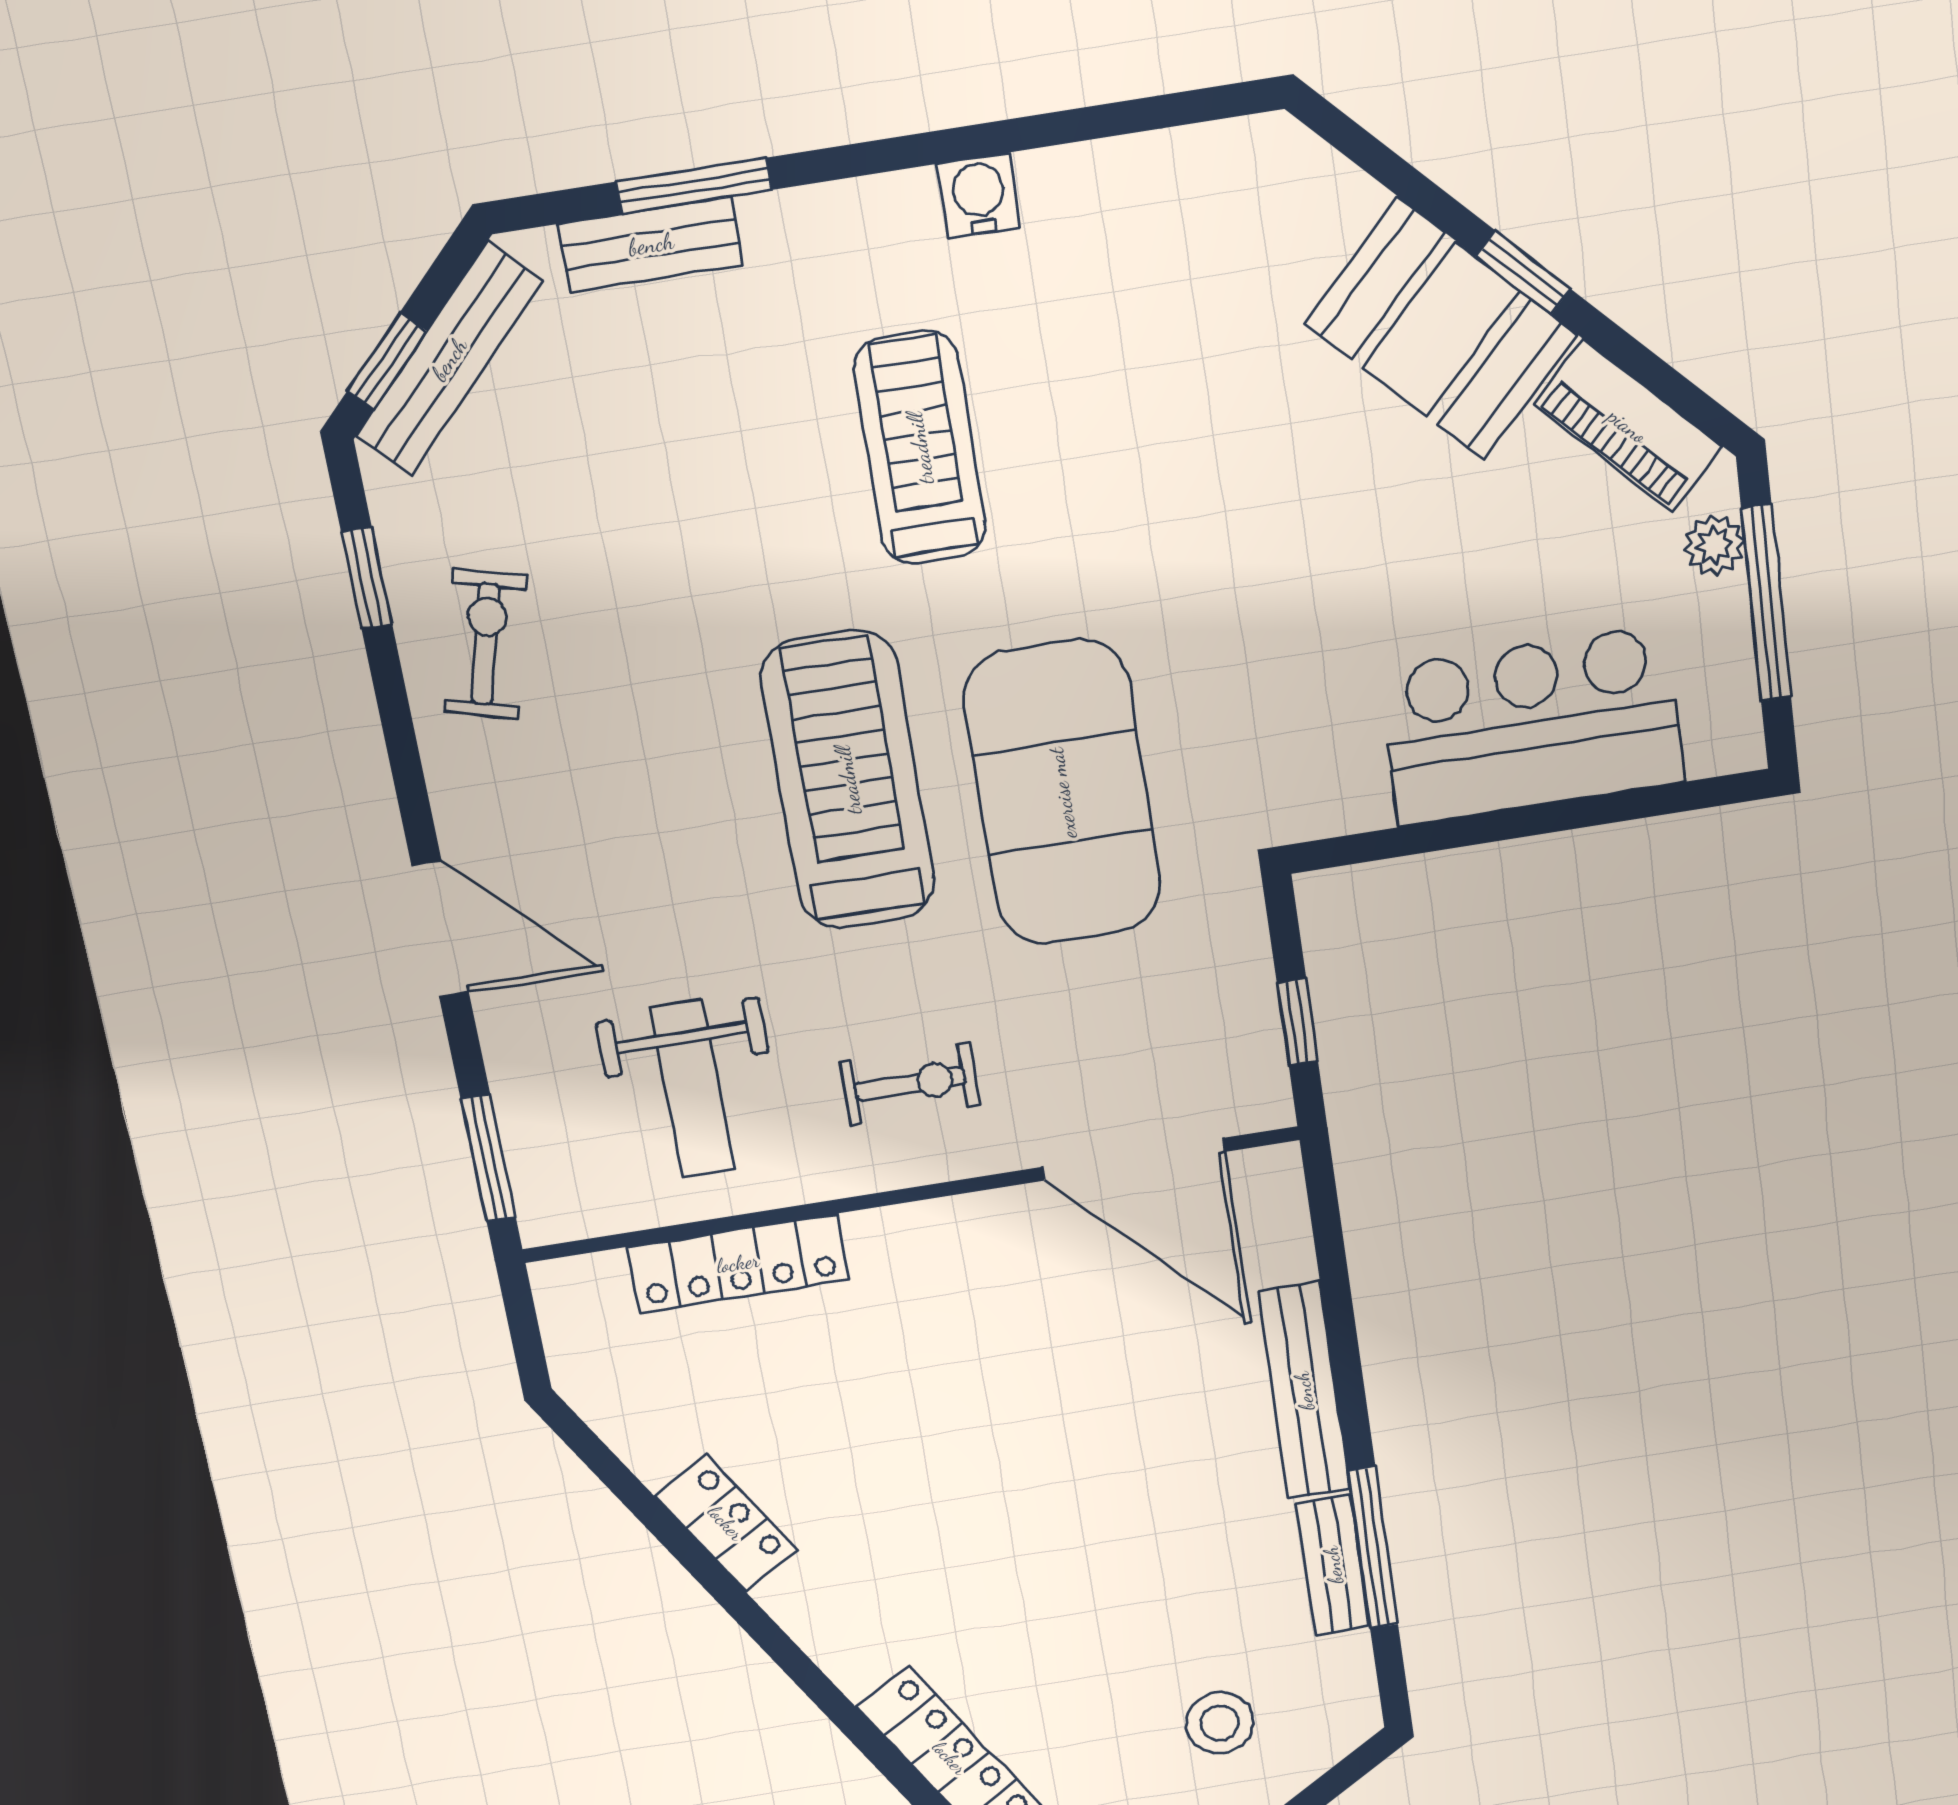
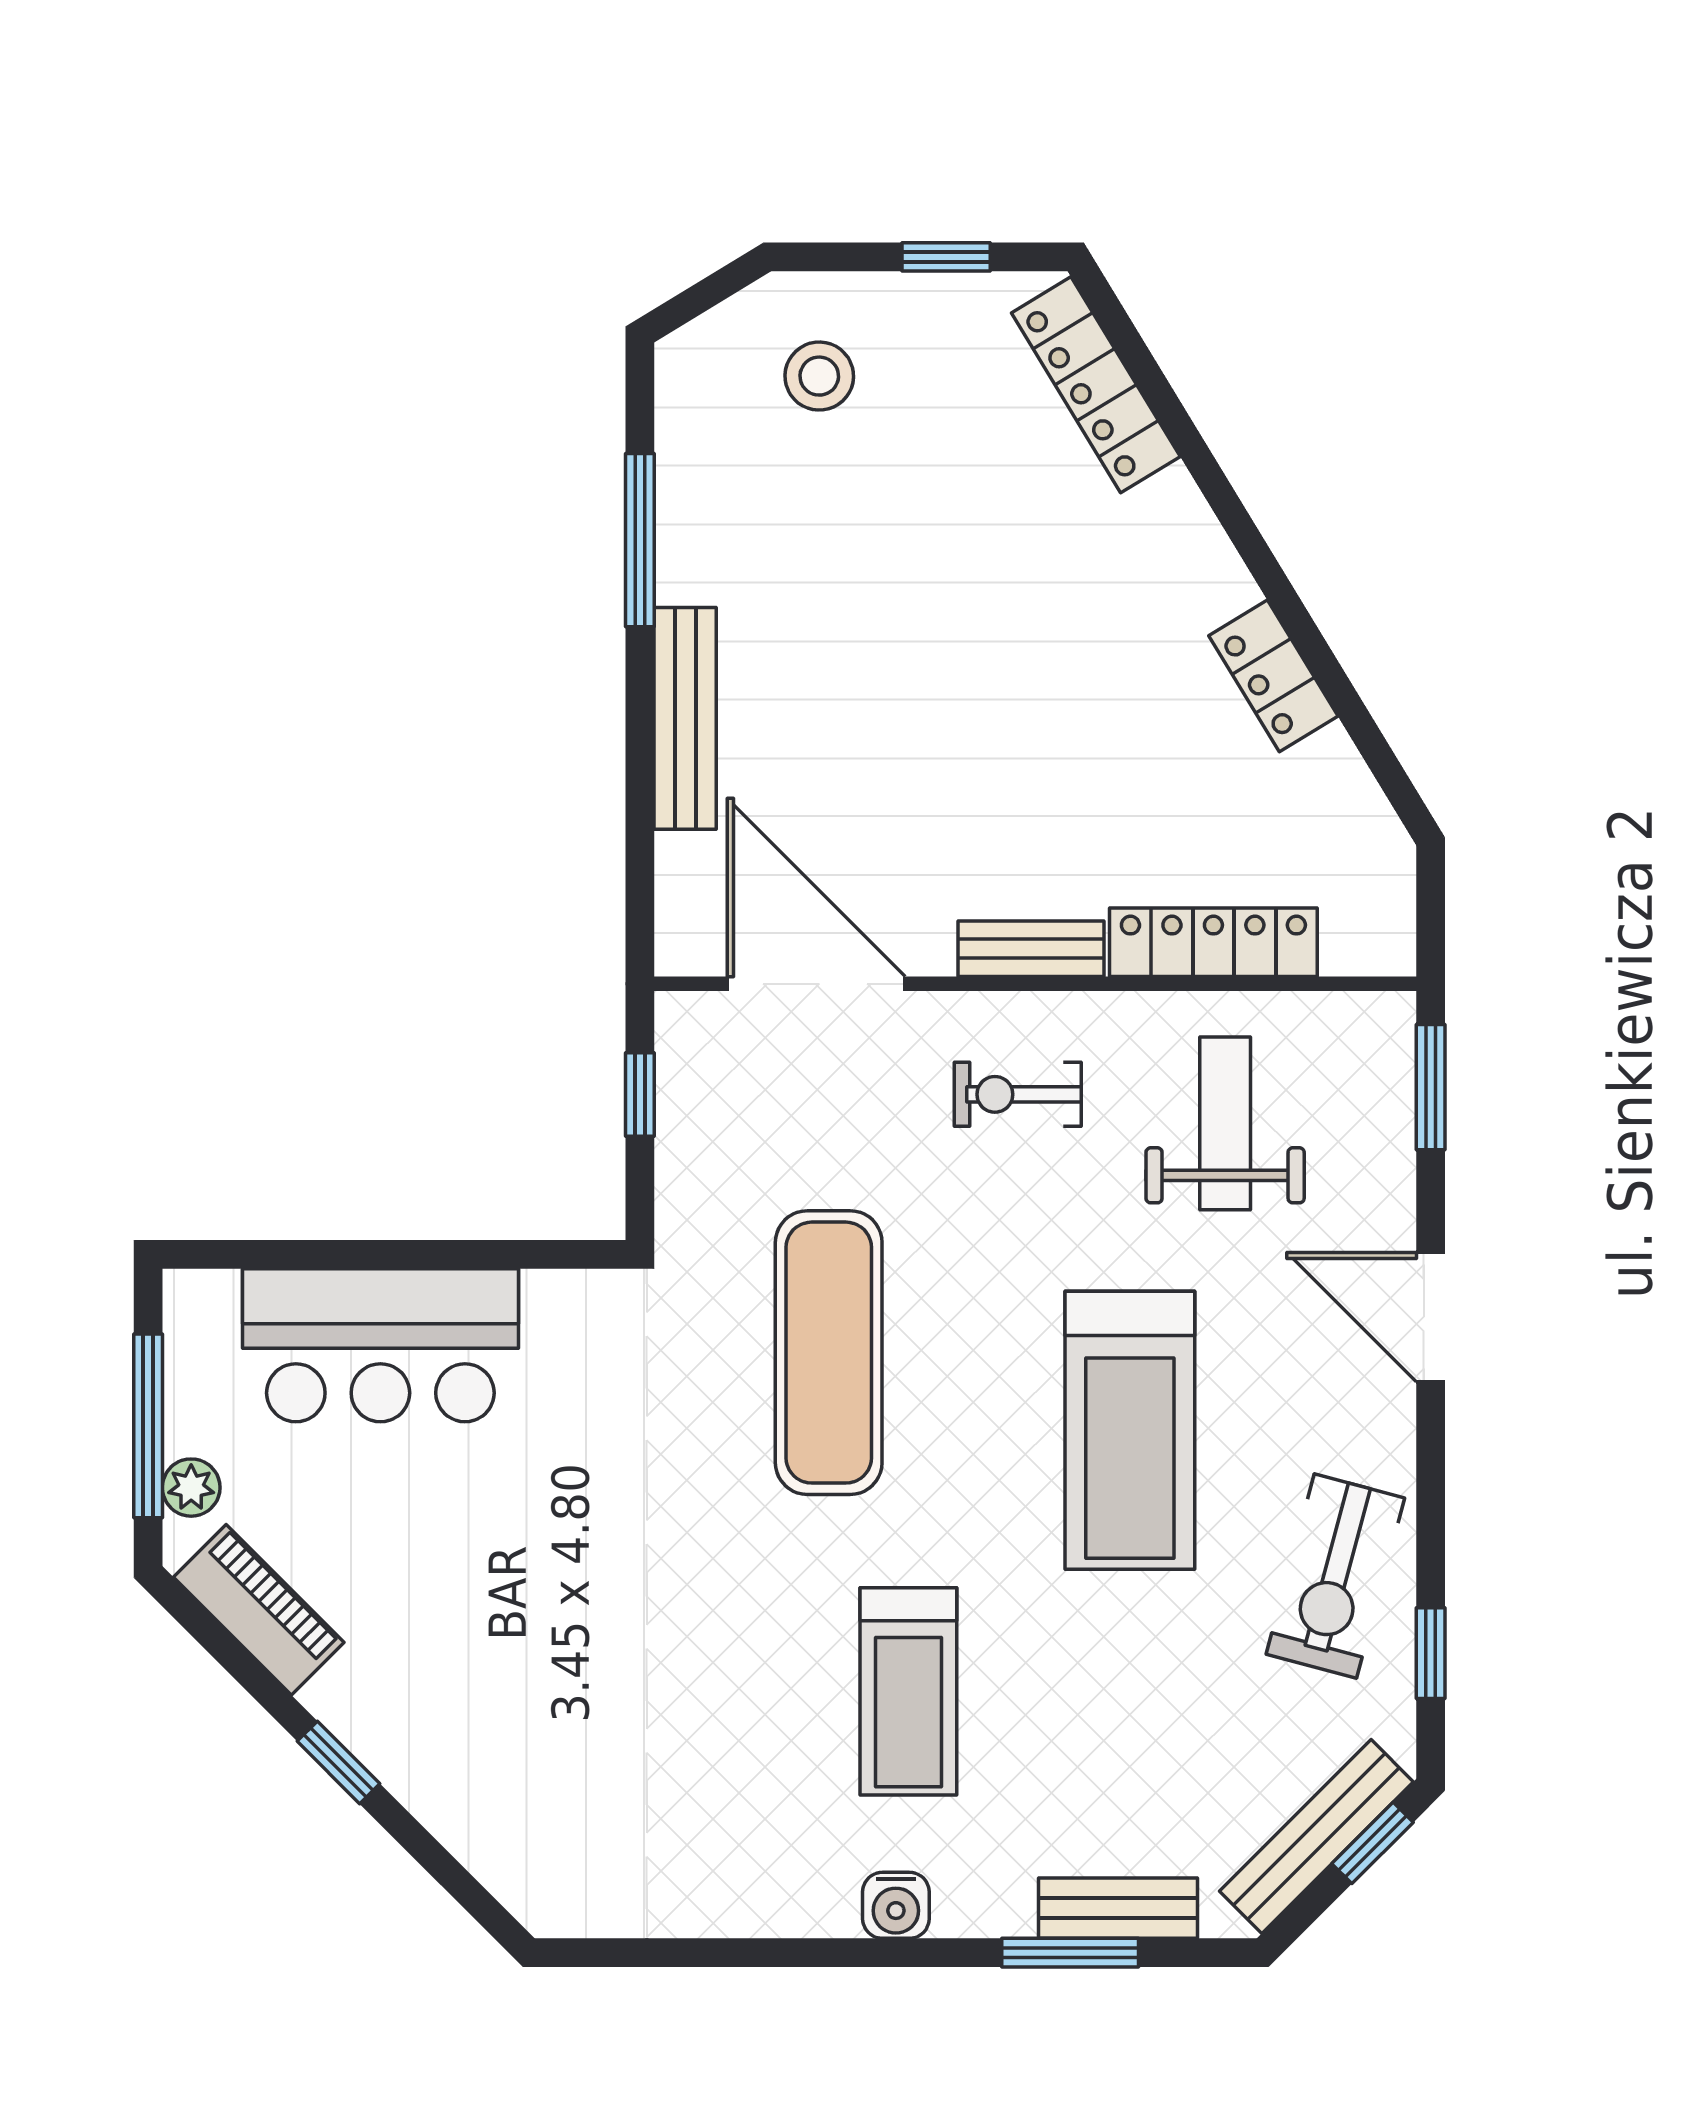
water cooler: (979, 196) -> (896, 1905), moved
booth: (1441, 329) -> (419, 1724), removed
exercise bike: (485, 644) -> (1335, 1576), width x1.38, depth x1.39
treadmill: (848, 780) -> (1130, 1430), moved
exercise mat: (1062, 793) -> (829, 1353), width x0.68
bench: (1333, 1565) -> (1031, 949), moved, turned 90

